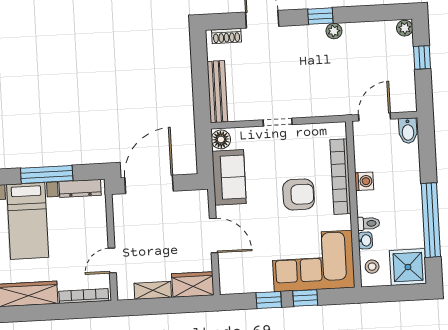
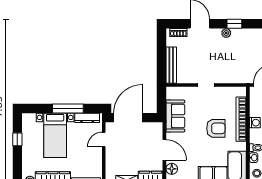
plant: (334, 31) -> (226, 33), moved
floor lamp: (221, 139) -> (172, 169), moved
door: (112, 261) -> (104, 140), moved

